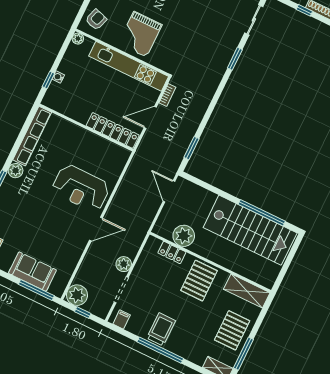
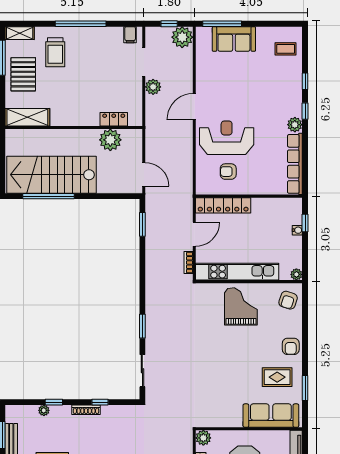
armchair: (94, 158) -> (228, 172), added
pallet: (199, 281) -> (76, 105), removed
trolley: (161, 329) -> (55, 52), moved

